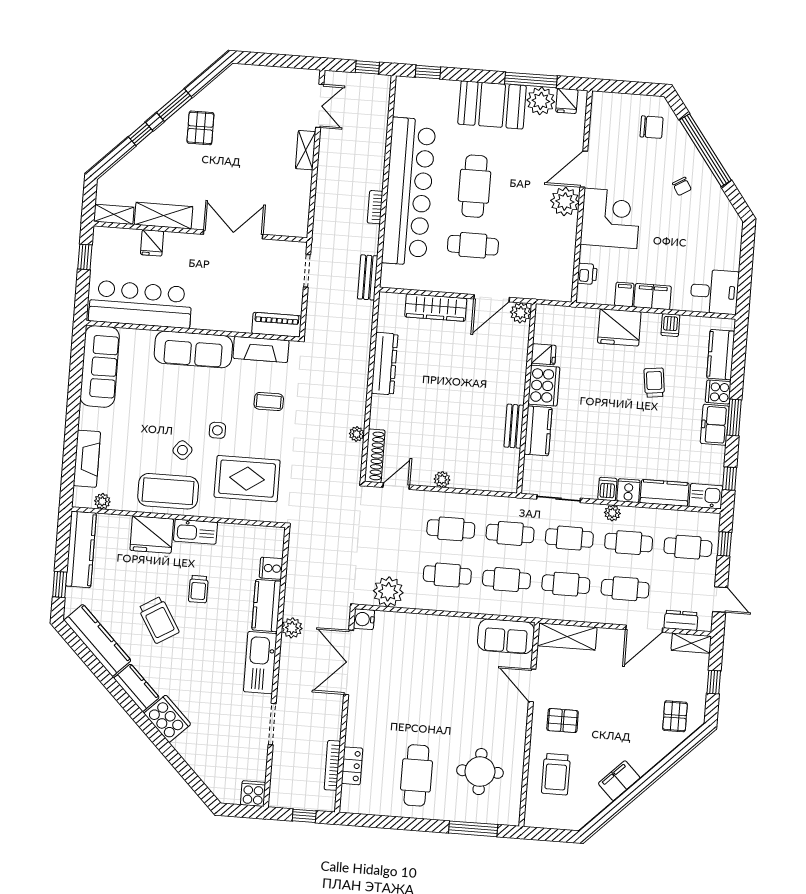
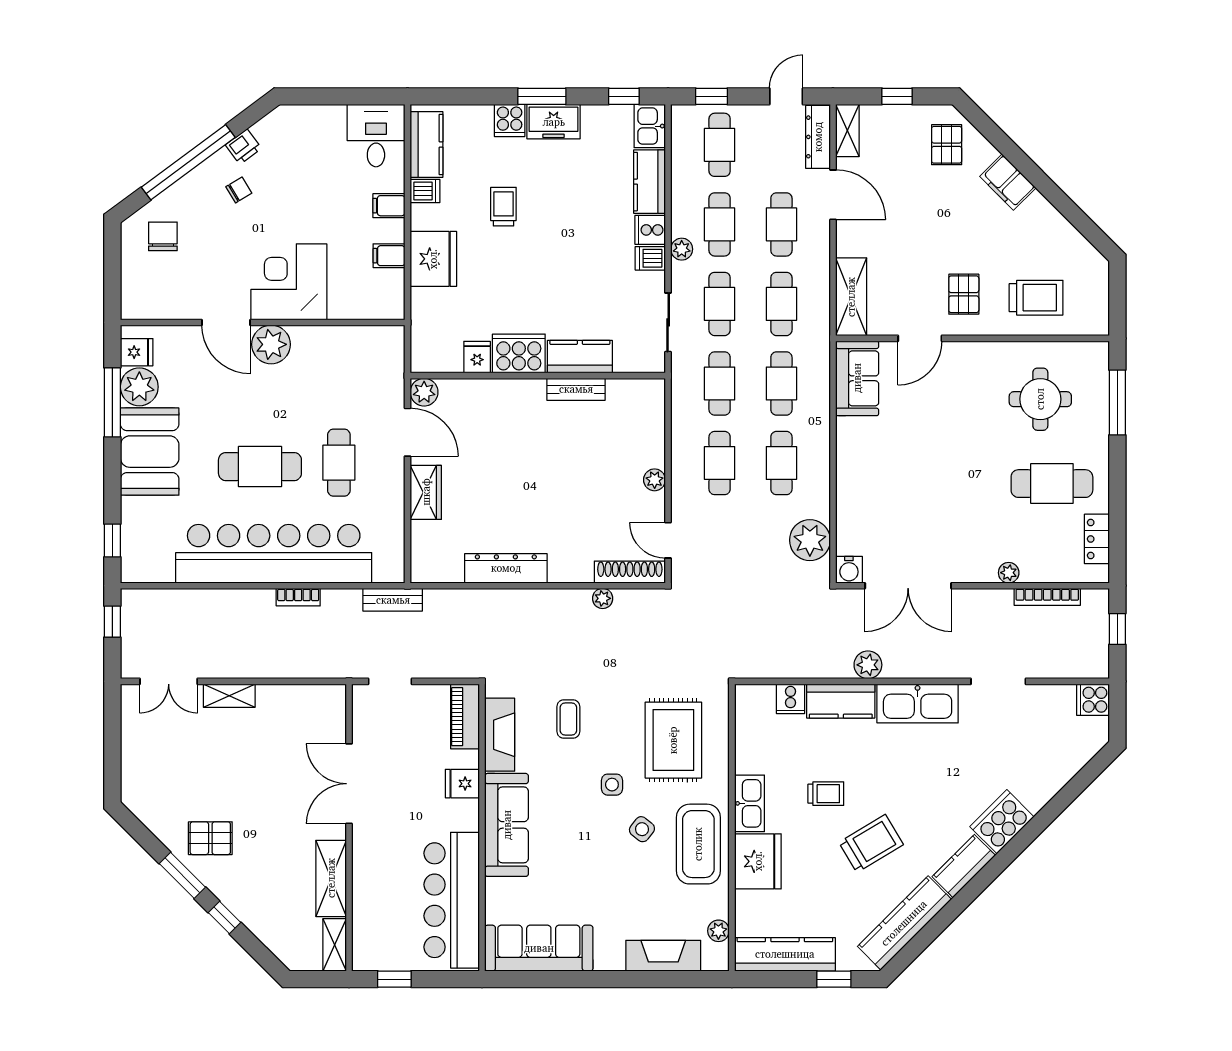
double door: (320, 106) -> (169, 681), swing flipped
fridge: (152, 243) -> (462, 784), moved, turned 180
printer: (587, 274) -> (243, 147), moved, turned 143
filing cabinet: (653, 297) -> (389, 206), width x0.50
wardrobe: (436, 308) -> (426, 492), width x0.67
kitchen counter: (721, 355) -> (427, 144), moved, turned -90
trolley: (654, 383) -> (503, 207), turned 97
dresser: (681, 620) -> (818, 137), width x1.44
pallet: (675, 716) -> (947, 145), turned 90
plant: (352, 738) -> (1009, 573), added
locker: (352, 766) -> (1097, 539), moved, turned -90
filing cabinet: (619, 781) -> (1008, 182), moved

